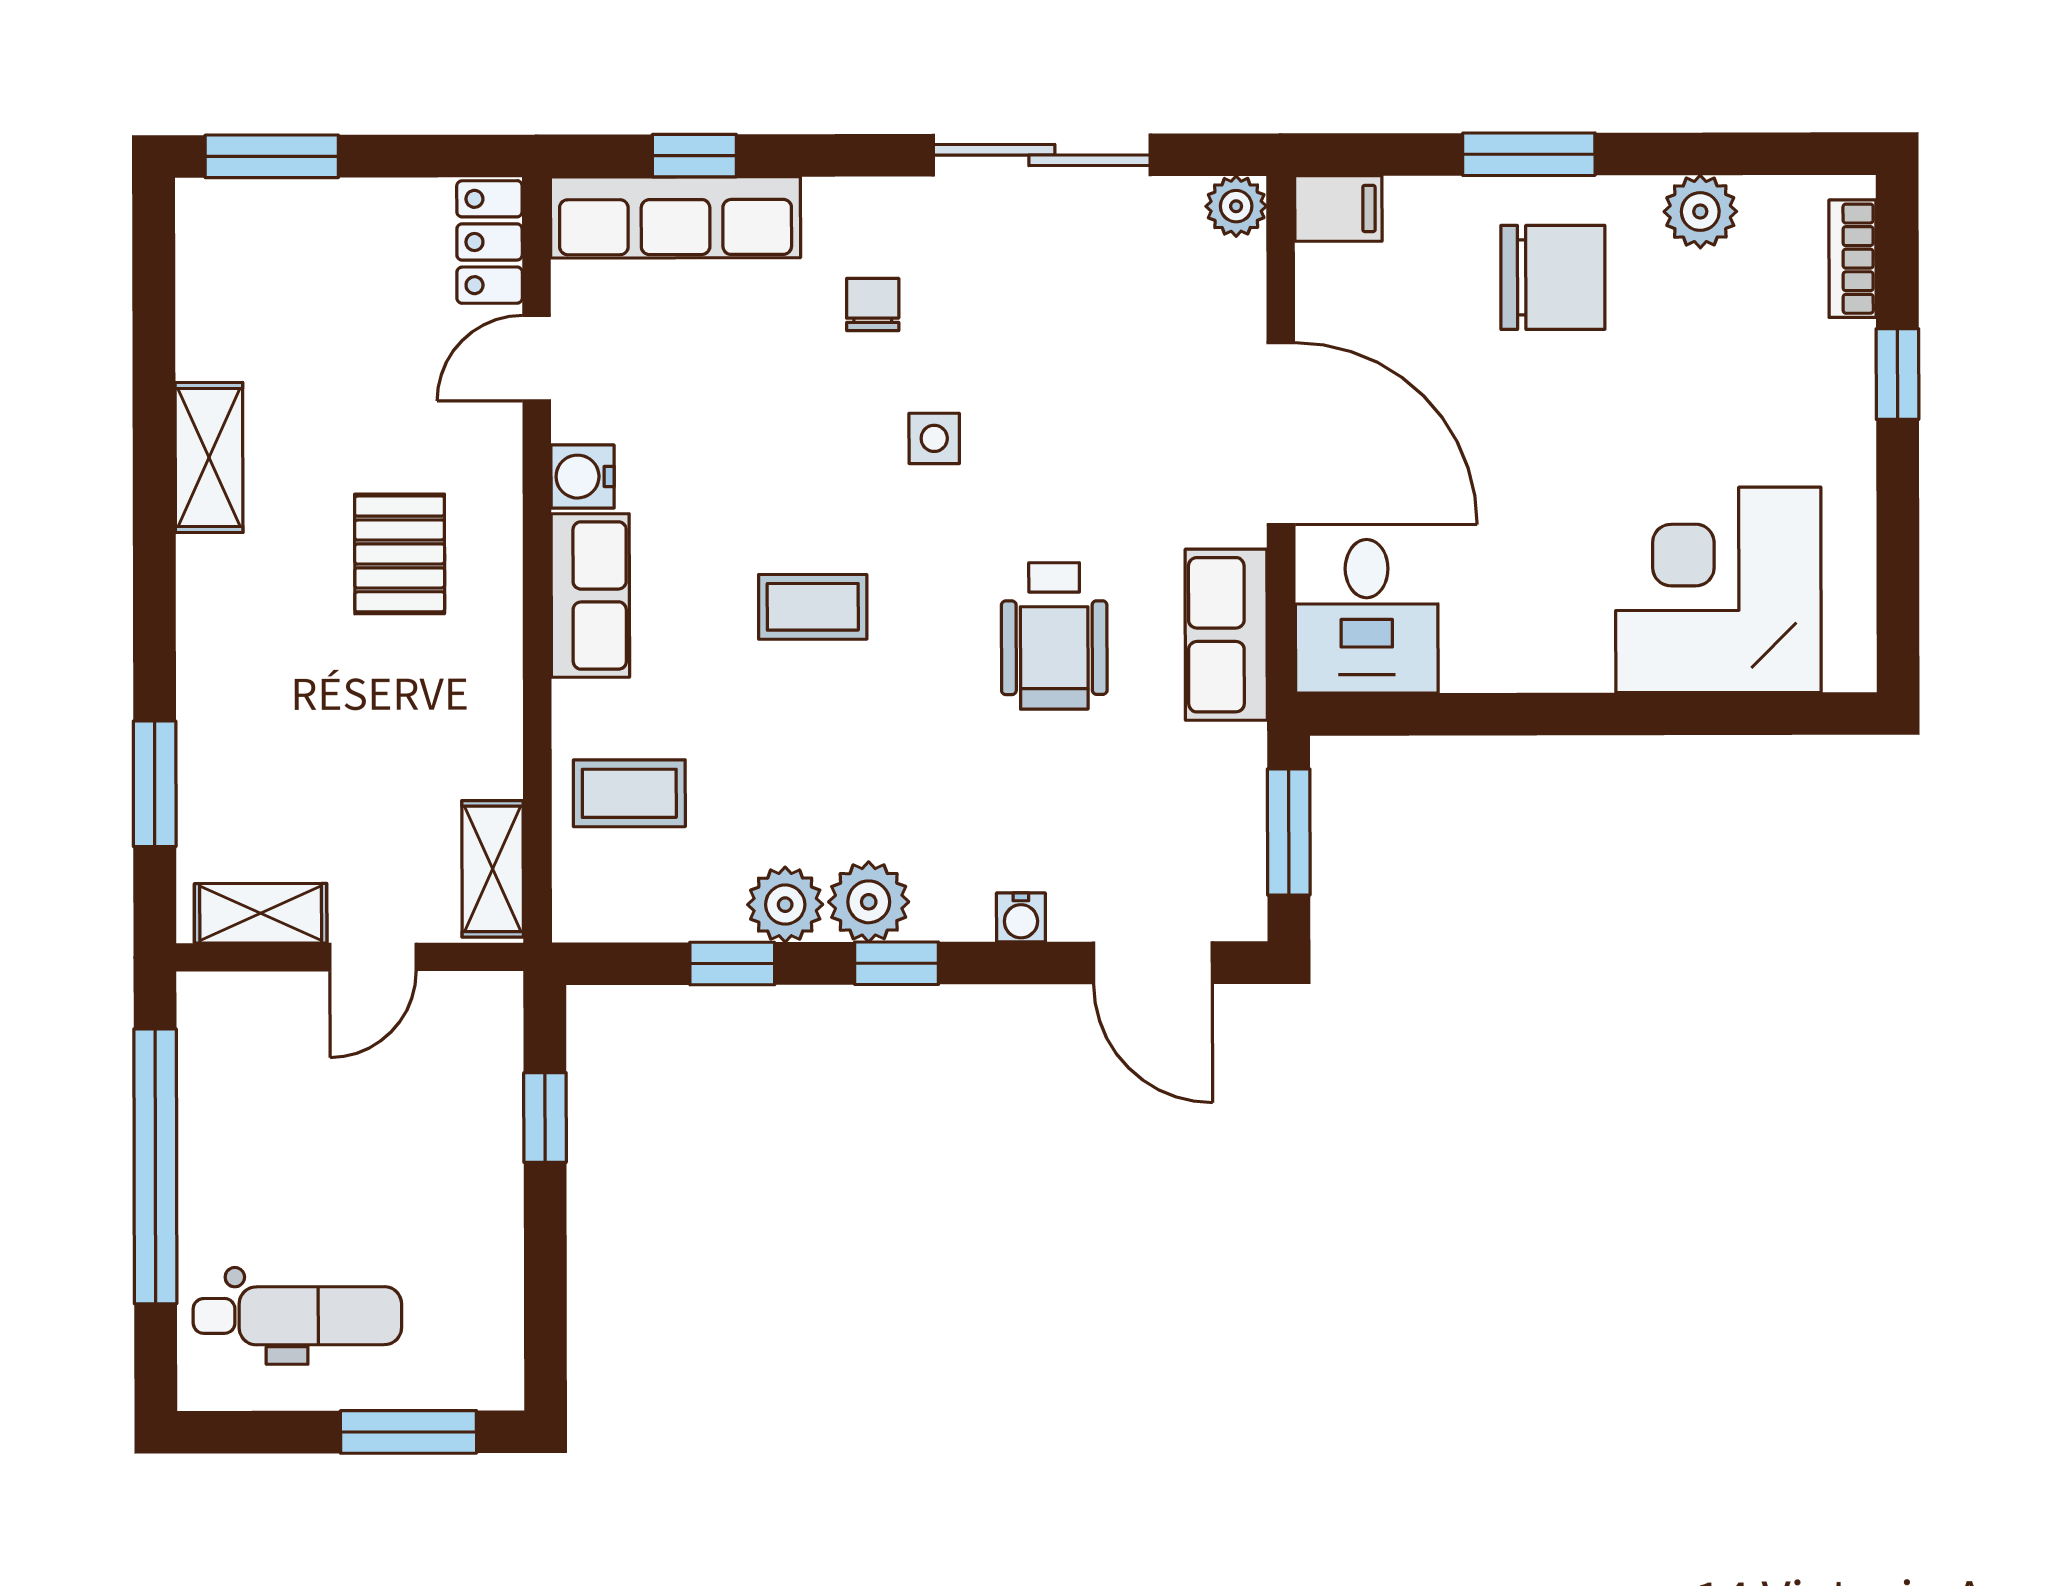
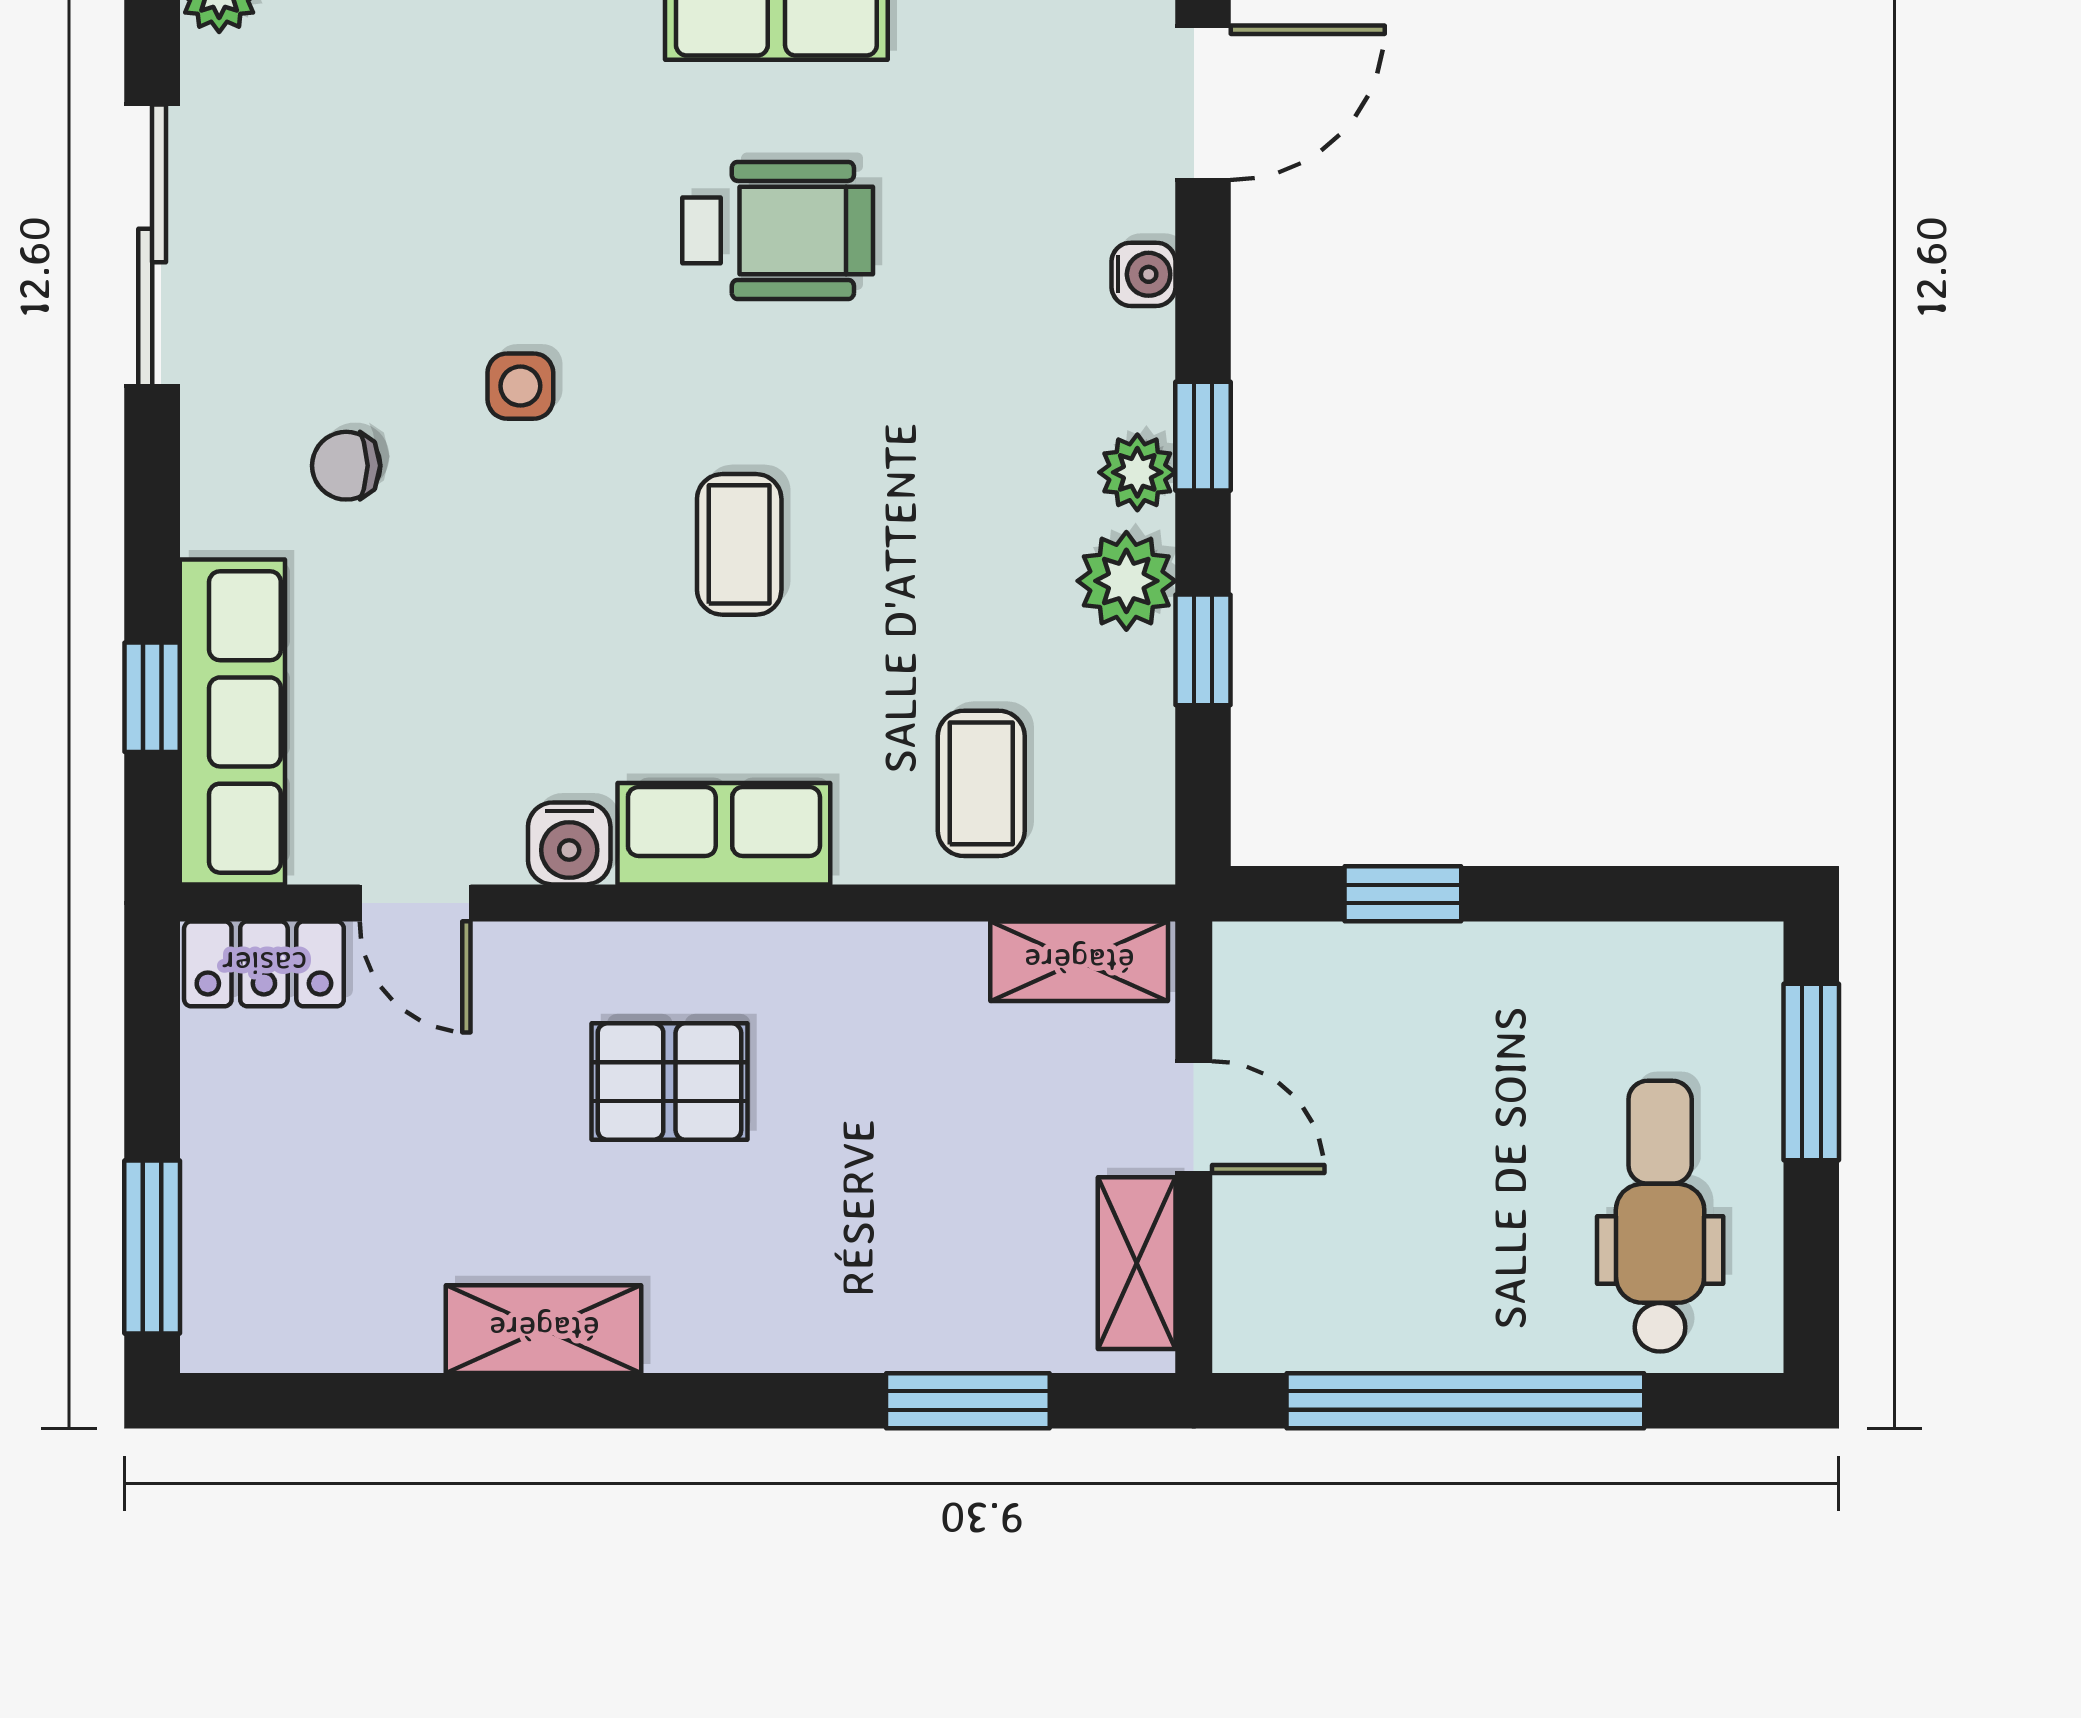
plant: (869, 902) -> (1137, 472), width x0.73, depth x0.73

